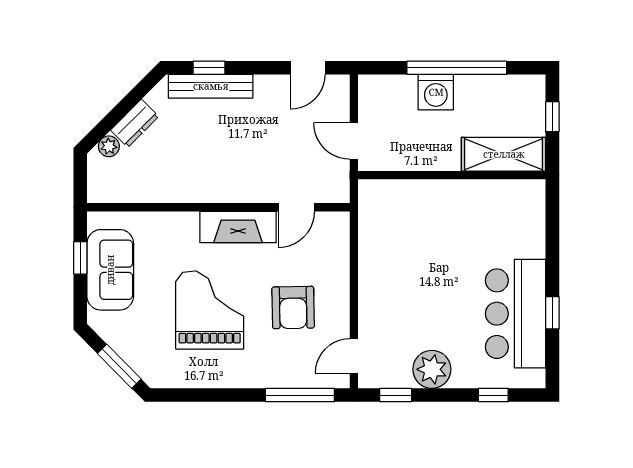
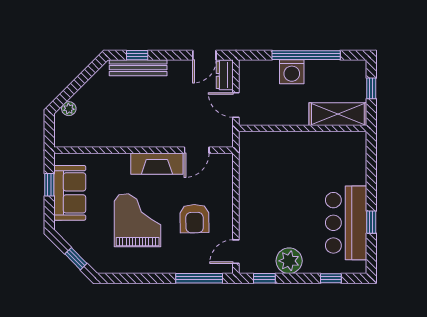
dresser: (135, 123) -> (225, 75), moved, turned 135
window: (119, 366) -> (76, 259), width x0.67

